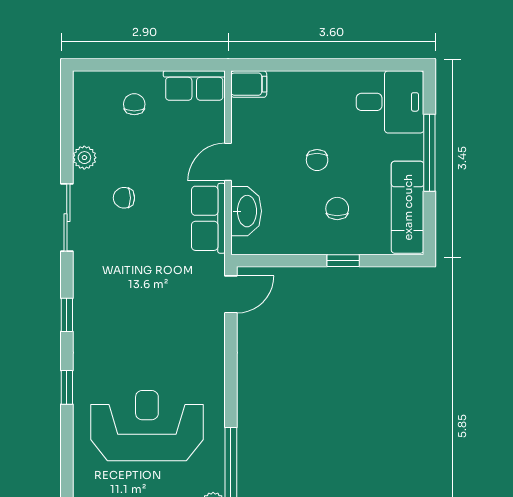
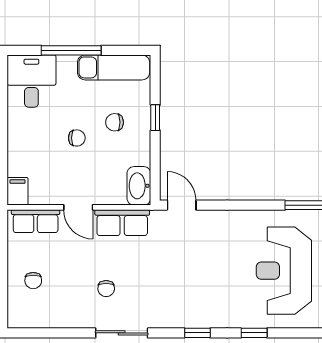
row of seats: (194, 86) -> (36, 221), moved, turned 90
chair: (134, 104) -> (33, 281), turned -90
plant: (84, 158) -> (75, 319), removed
washbasin: (246, 211) -> (139, 186), moved, turned -90

